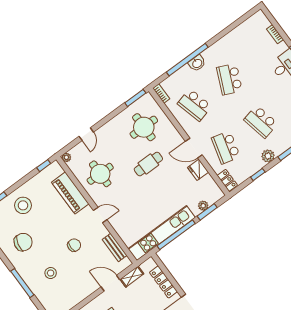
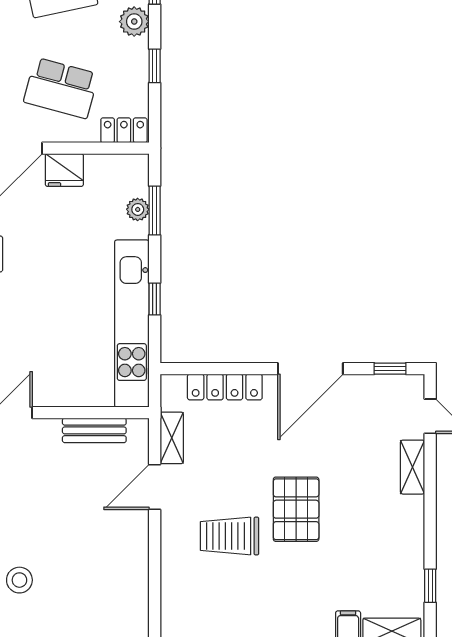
window: (176, 235) -> (155, 299), width x0.32
chair: (74, 245) -> (35, 502), removed
stool: (51, 273) -> (19, 580), moved

